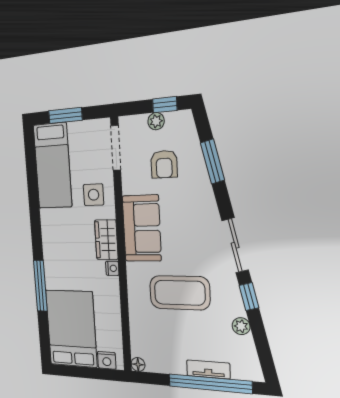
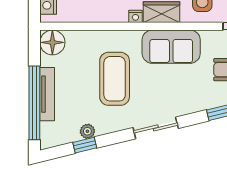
window: (249, 297) -> (85, 145), moved
floor lamp: (138, 364) -> (52, 42), width x1.89, depth x1.89
tv unit: (208, 369) -> (47, 94), width x1.41

